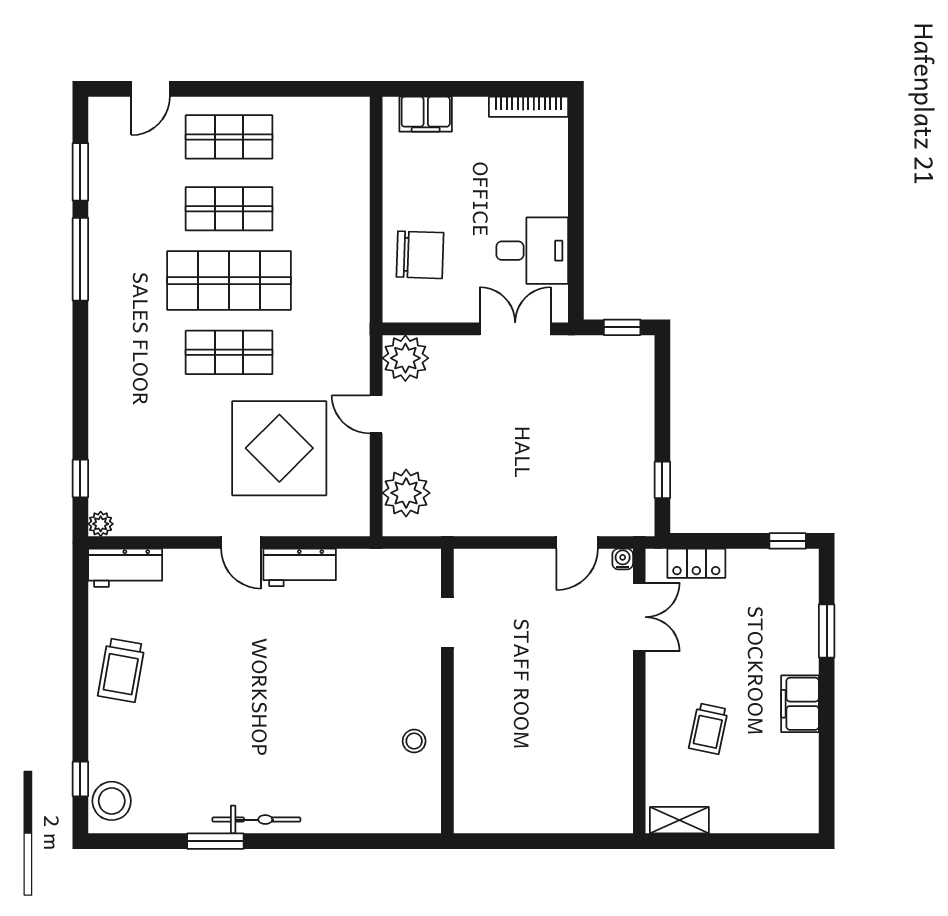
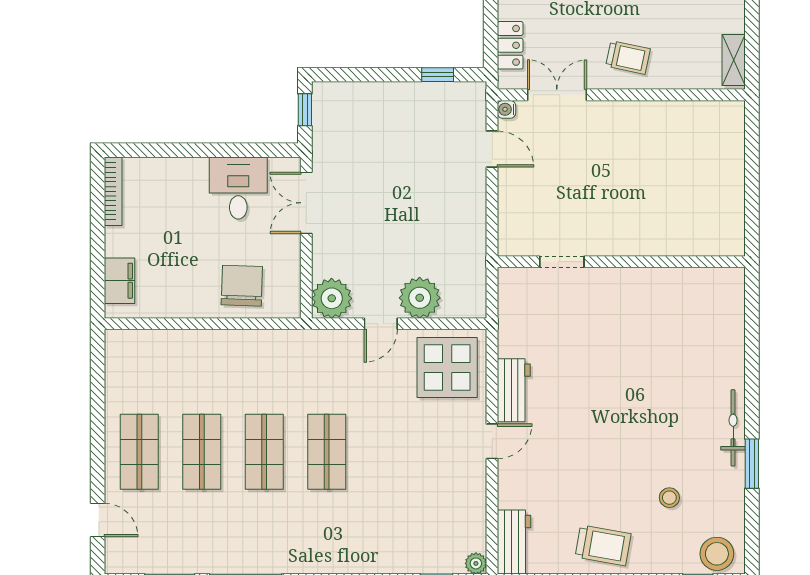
shop shelf: (229, 281) -> (264, 452), width x0.70, depth x0.74
display table: (279, 448) -> (447, 368), moved, width x0.73, depth x0.73
plant: (406, 493) -> (420, 298), moved
trolley: (708, 729) -> (628, 57), moved
stool: (414, 741) -> (669, 498), moved

